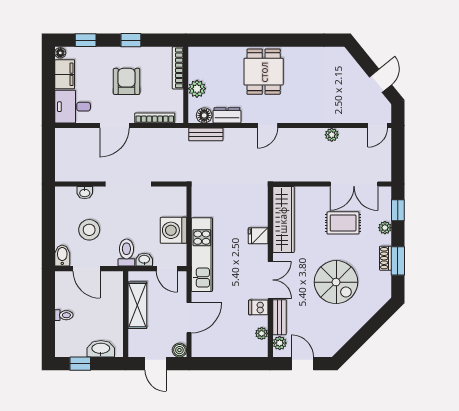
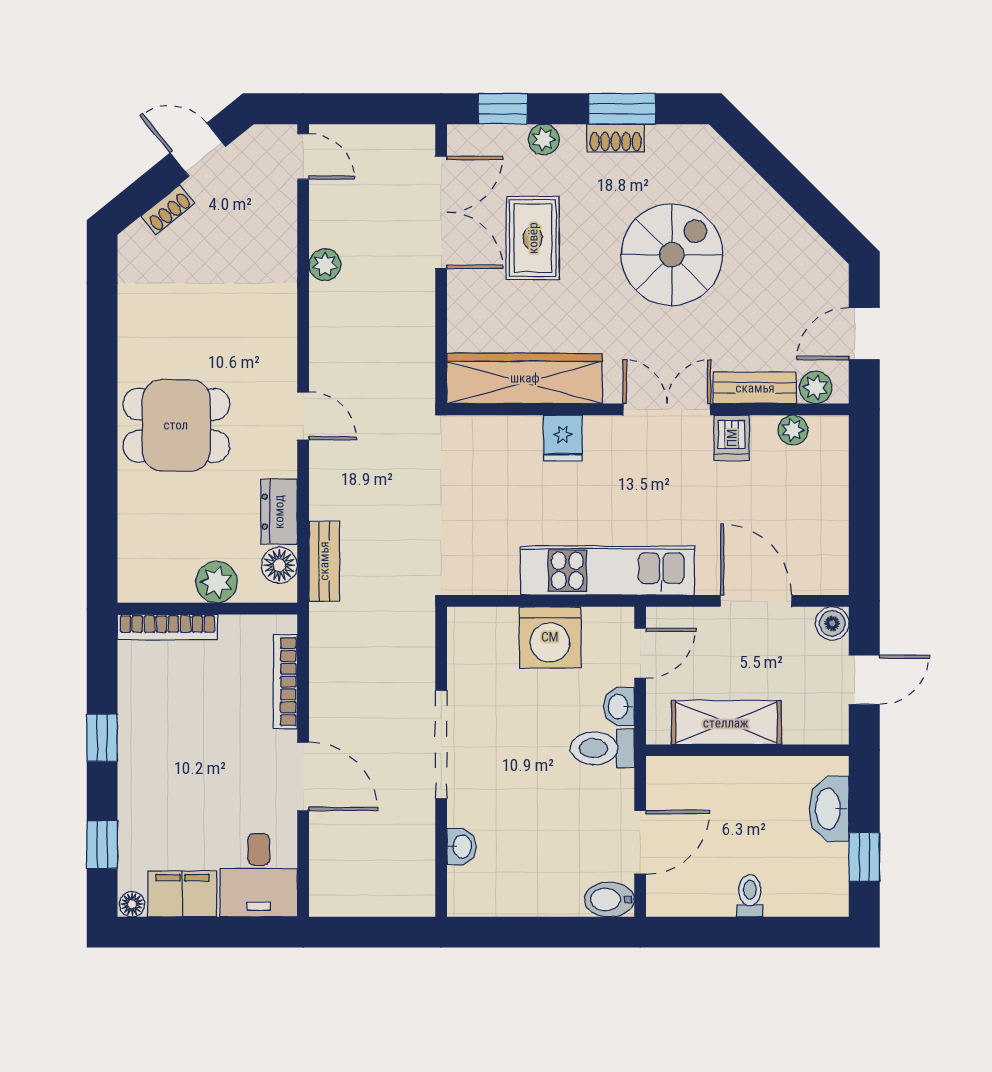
shoe rack: (355, 68) -> (168, 209), added
armchair: (127, 81) -> (199, 748), removed
stool: (89, 230) -> (549, 836), removed

